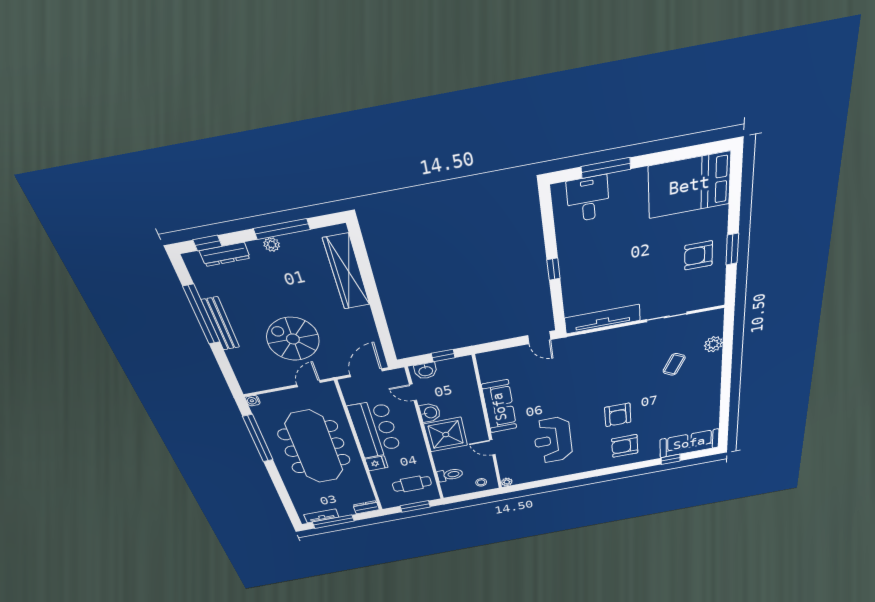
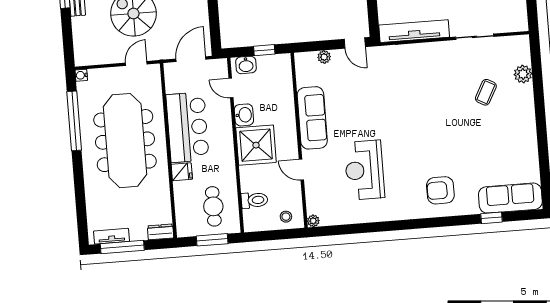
plant: (507, 354) -> (324, 57), added
armchair: (618, 415) -> (432, 147), removed
cafe table: (412, 484) -> (213, 206), turned 90

